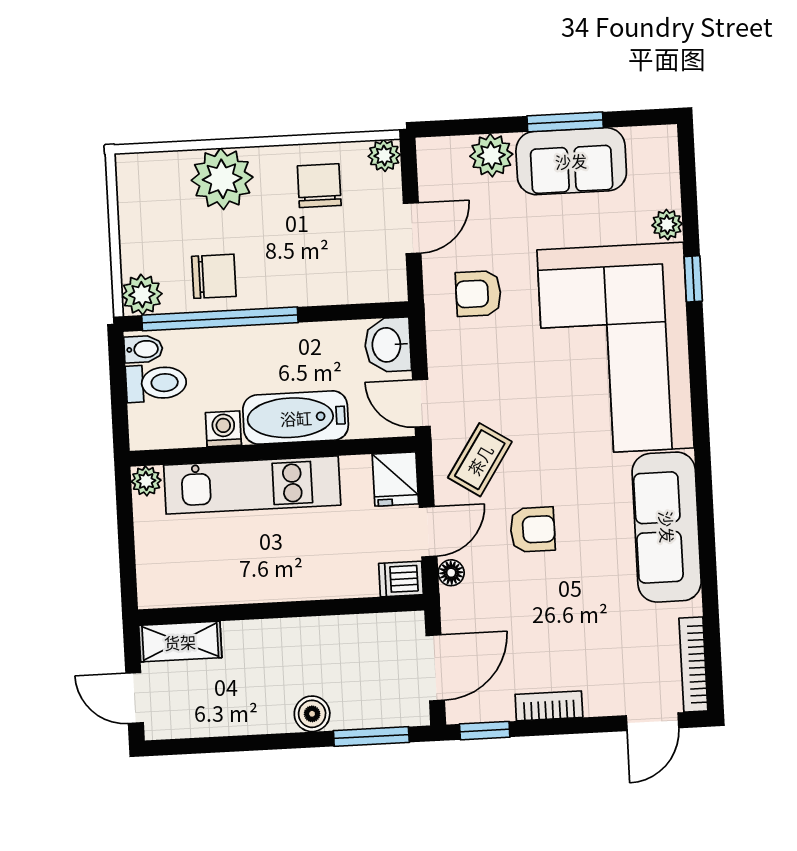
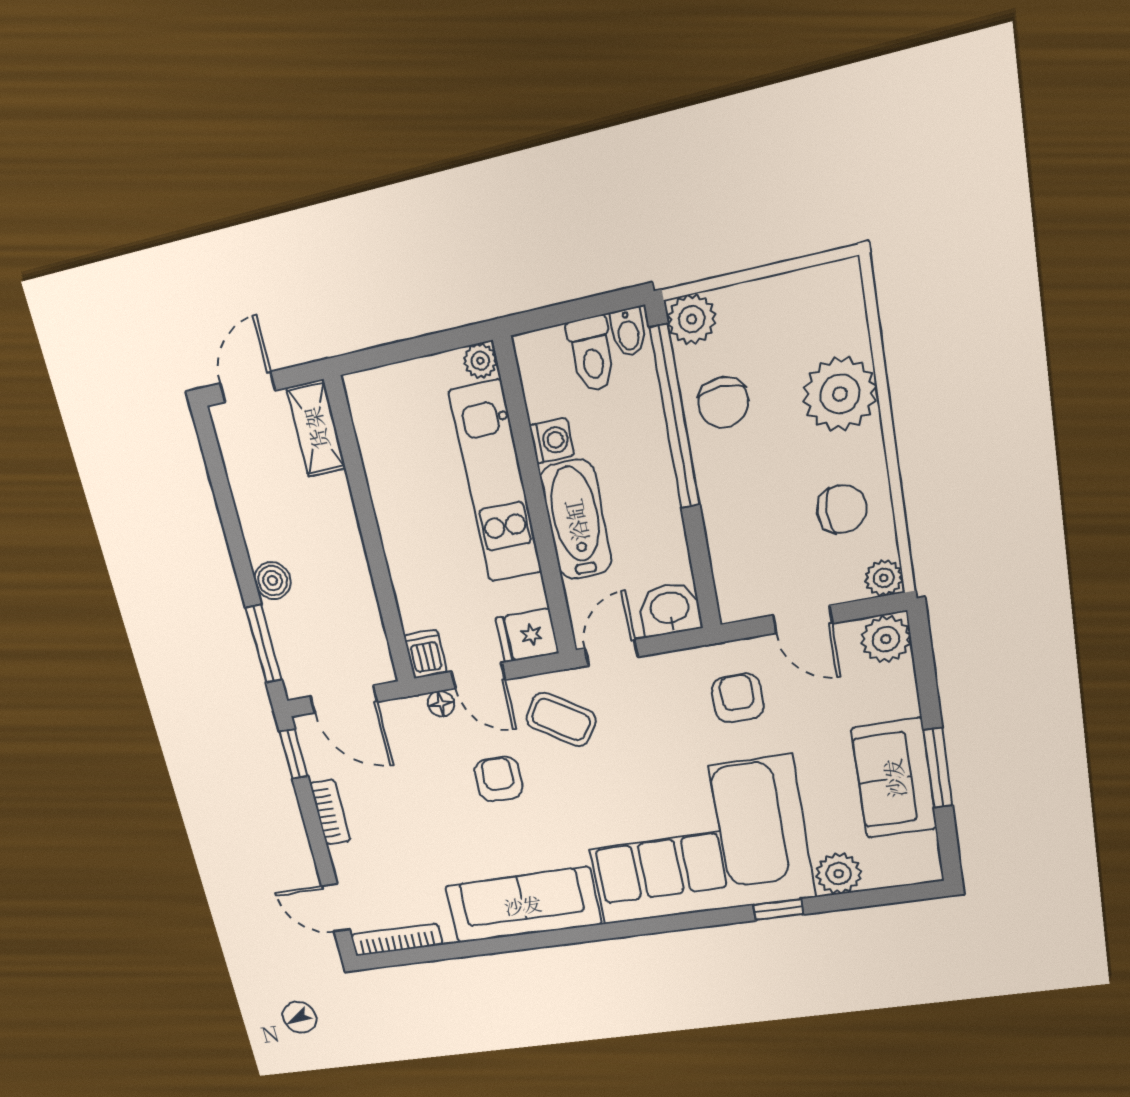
plant: (491, 155) -> (886, 639), moved
plant: (667, 225) -> (839, 874), width x1.38, depth x1.38
armchair: (533, 530) -> (499, 779), turned 180

